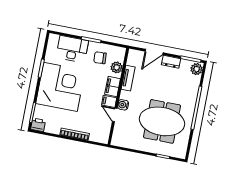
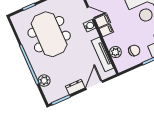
plant: (197, 69) -> (44, 81), moved
tv unit: (128, 78) -> (102, 54), width x1.41
filing cabinet: (113, 87) -> (106, 30), width x0.50
meeting table: (162, 121) -> (49, 34), turned 90

